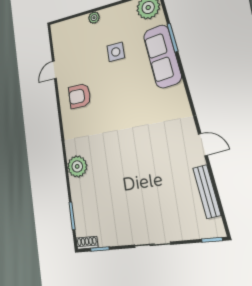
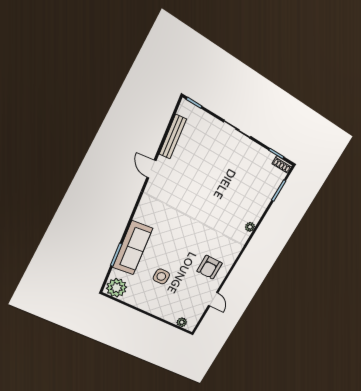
plant: (94, 18) -> (182, 322), moved
door: (54, 70) -> (213, 299), hinge flipped
armchair: (80, 96) -> (210, 267), turned 90
plant: (77, 166) -> (250, 227), width x0.53, depth x0.53

